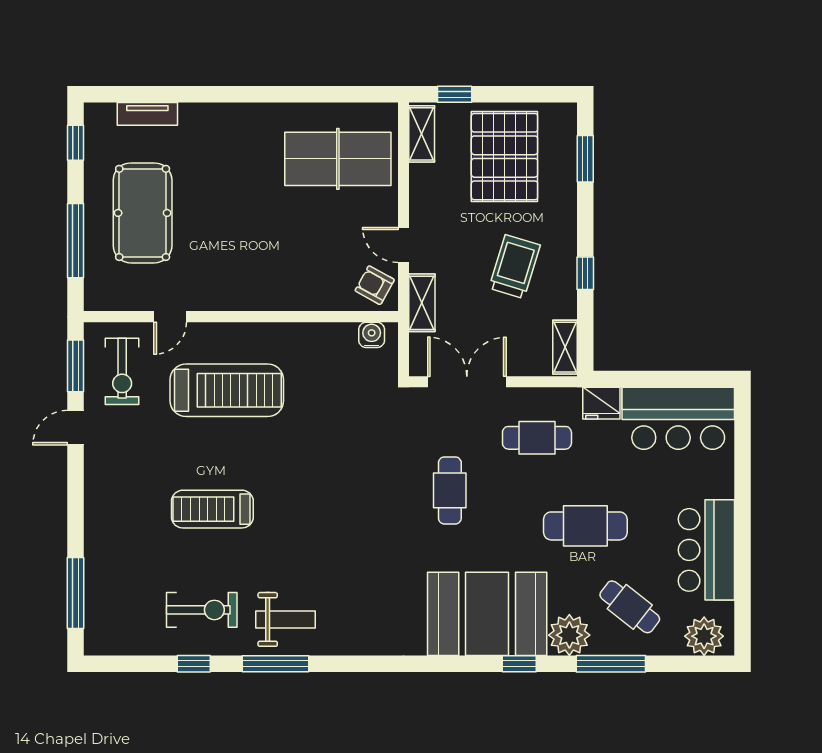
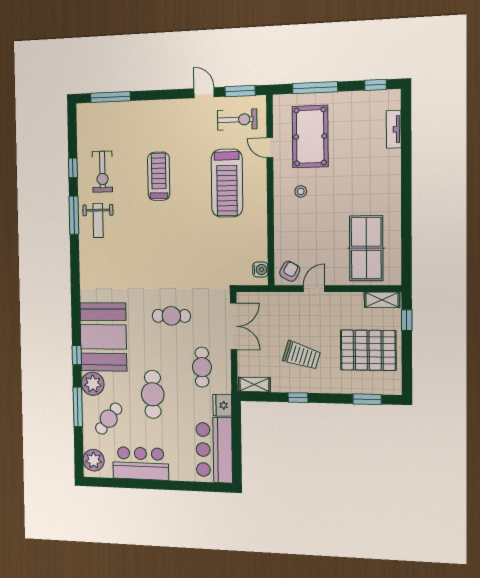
pool table: (143, 213) -> (310, 136), moved, turned 90
stool: (243, 266) -> (301, 191), added
shelving: (422, 303) -> (280, 300), removed
exercise bike: (122, 371) -> (237, 120), turned 180

